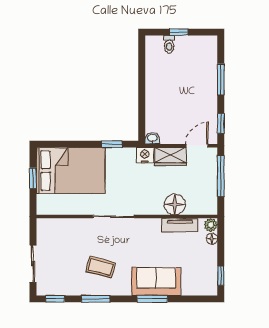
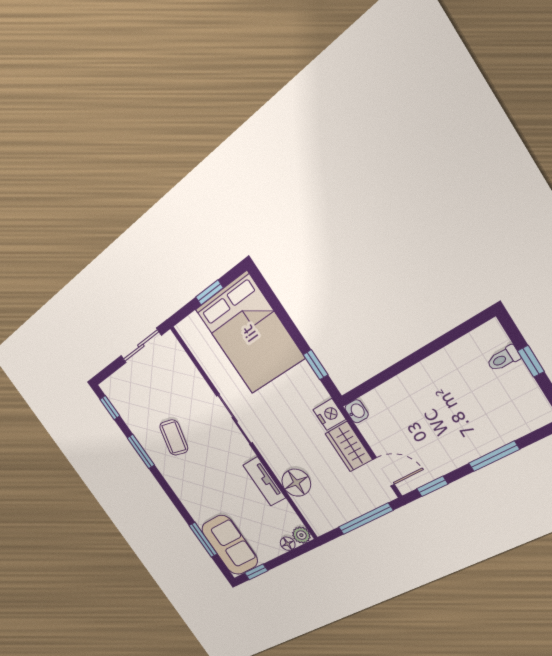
tv unit: (180, 225) -> (264, 481), moved
sliding door: (33, 264) -> (141, 346), moved
sofa: (156, 282) -> (230, 545), moved
window: (152, 299) -> (203, 540), moved

